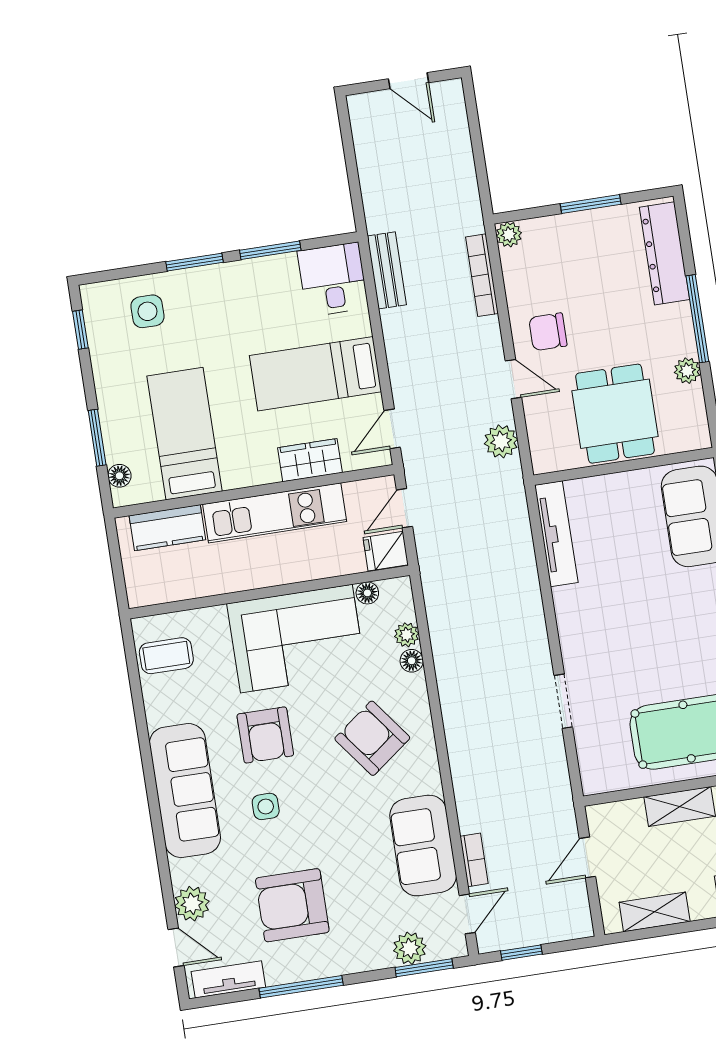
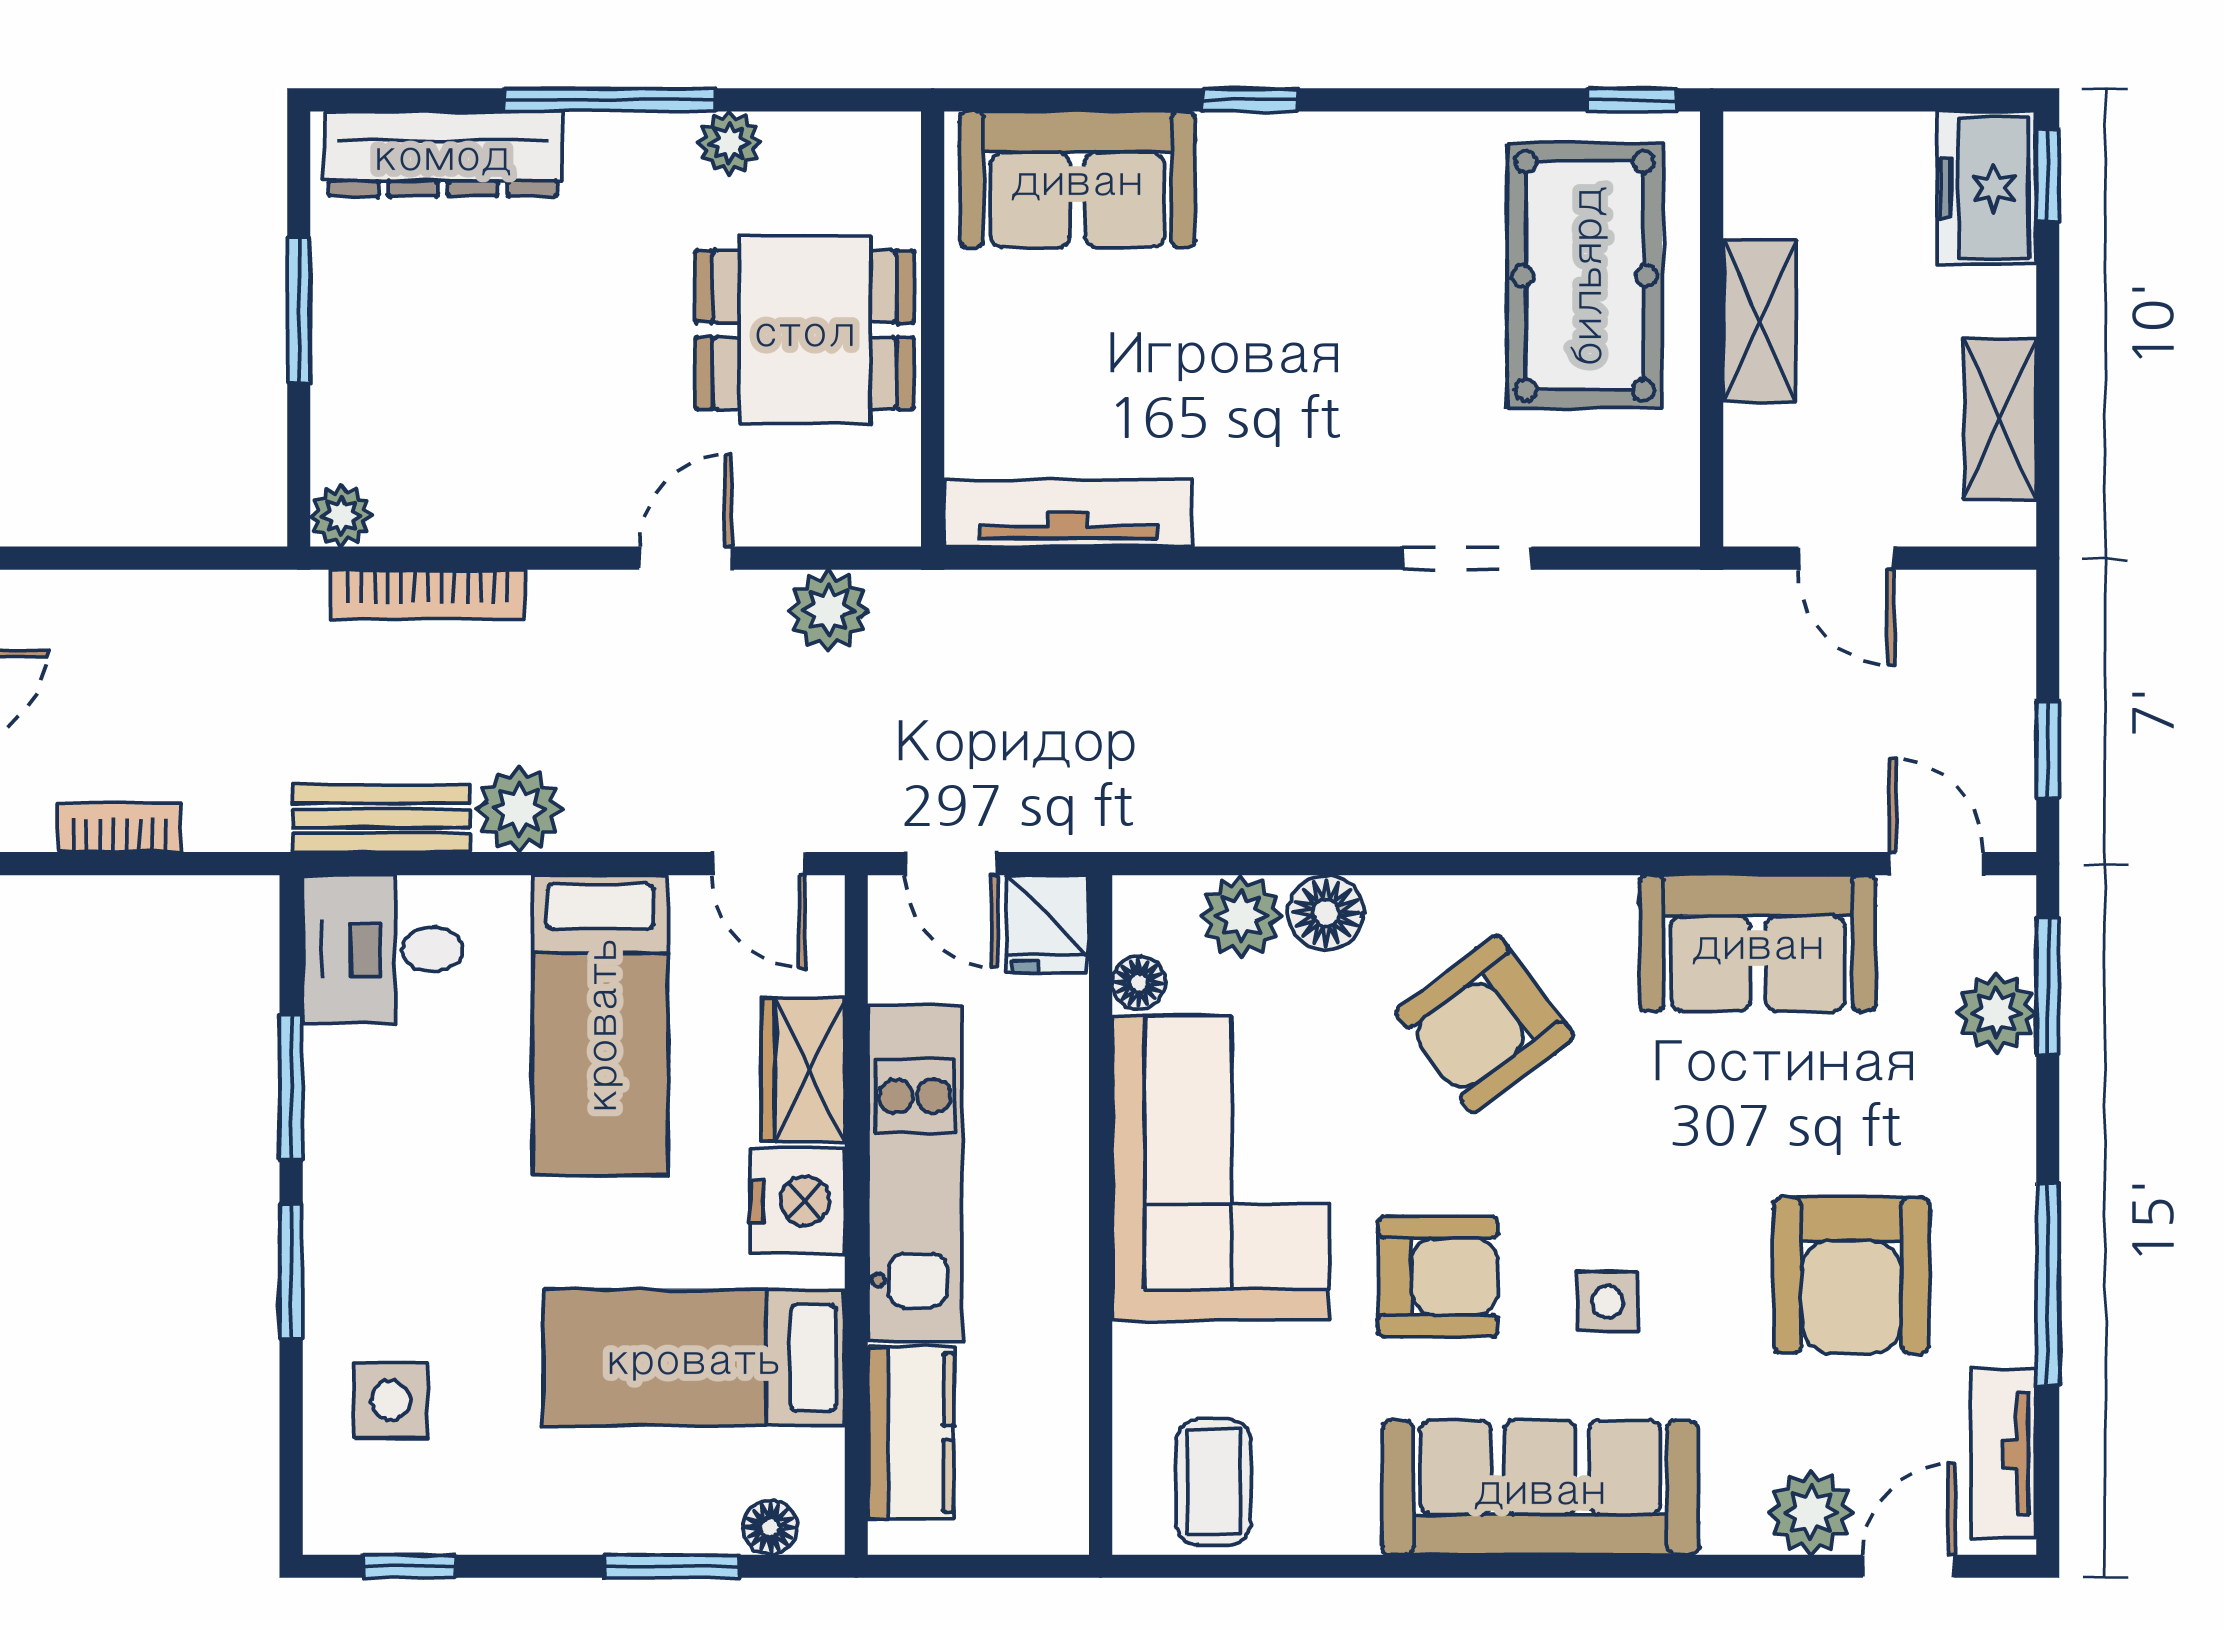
plant: (399, 327) -> (519, 809), added
chair: (548, 332) -> (586, 459), removed
nightstand: (256, 466) -> (797, 1201), added
plant: (407, 635) -> (1241, 916), width x1.38, depth x1.38
floor lamp: (412, 661) -> (1326, 913), width x1.37, depth x1.37
bookcase: (474, 860) -> (120, 828), moved

